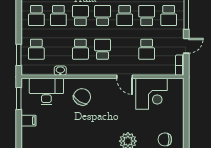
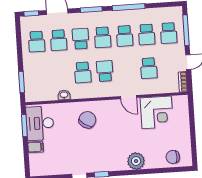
school desk: (103, 15) -> (103, 37), turned 180
school desk: (147, 15) -> (147, 34), turned 180
school desk: (36, 49) -> (39, 75), removed
desk: (46, 92) -> (40, 123), moved, turned -90

